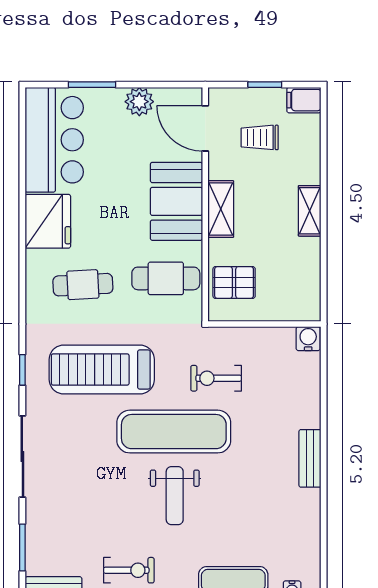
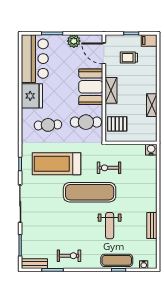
shelving: (310, 211) -> (152, 105), moved
bench: (310, 458) -> (152, 226), moved
weight bench: (175, 496) -> (110, 226), moved

